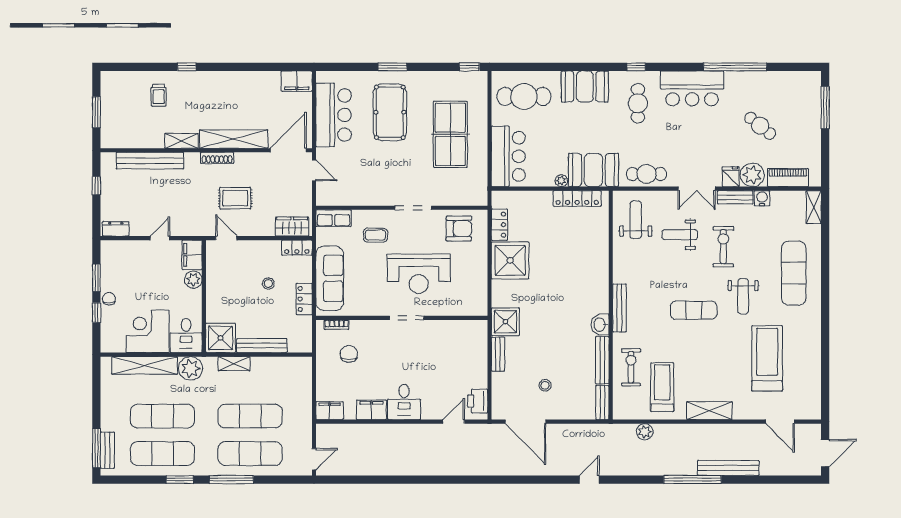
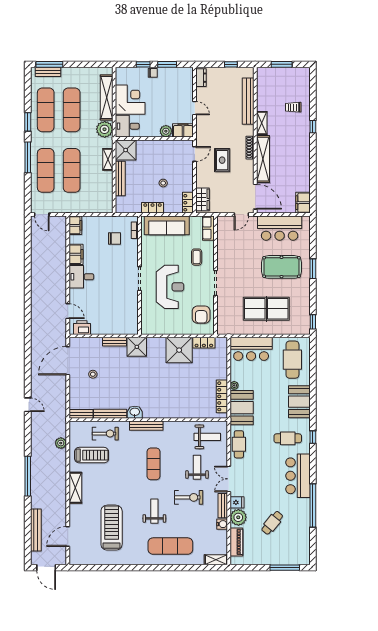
reception desk: (419, 274) -> (170, 287), turned 180
weight bench: (743, 296) -> (154, 511), turned 90
exercise mat: (694, 310) -> (154, 464), moved
treadmill: (767, 358) -> (112, 528), turned -90
bench: (728, 468) -> (36, 530), moved

